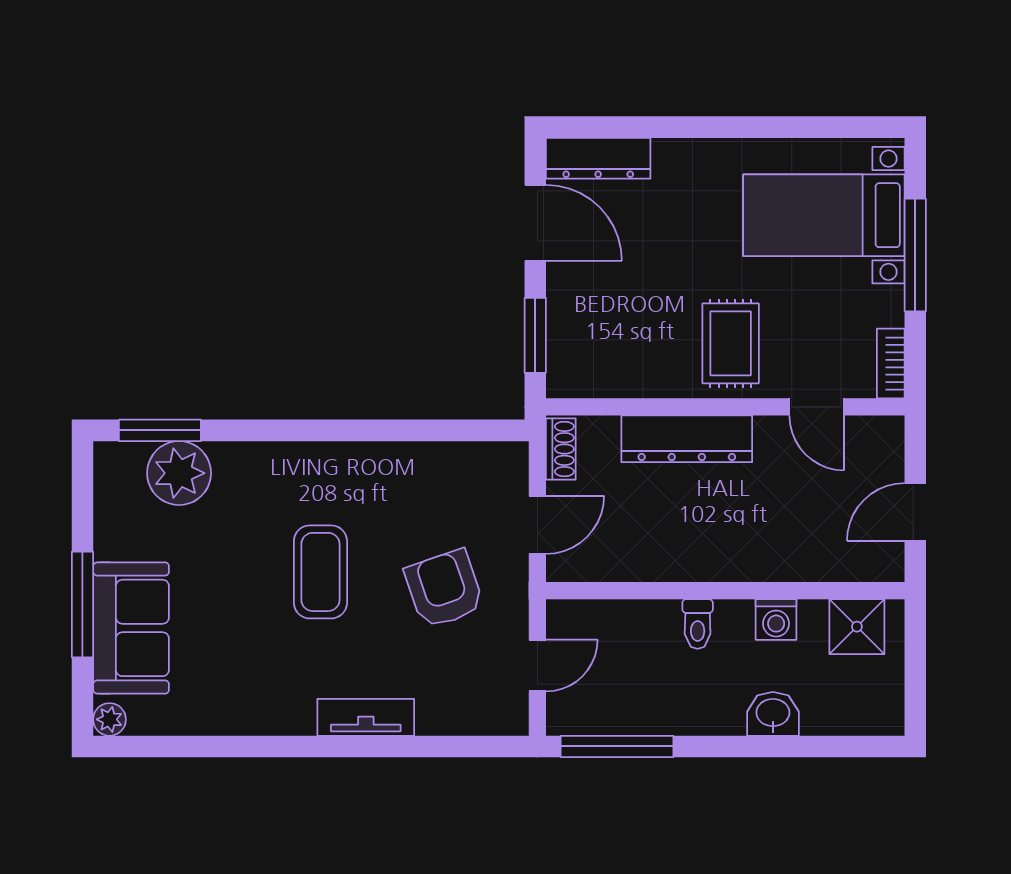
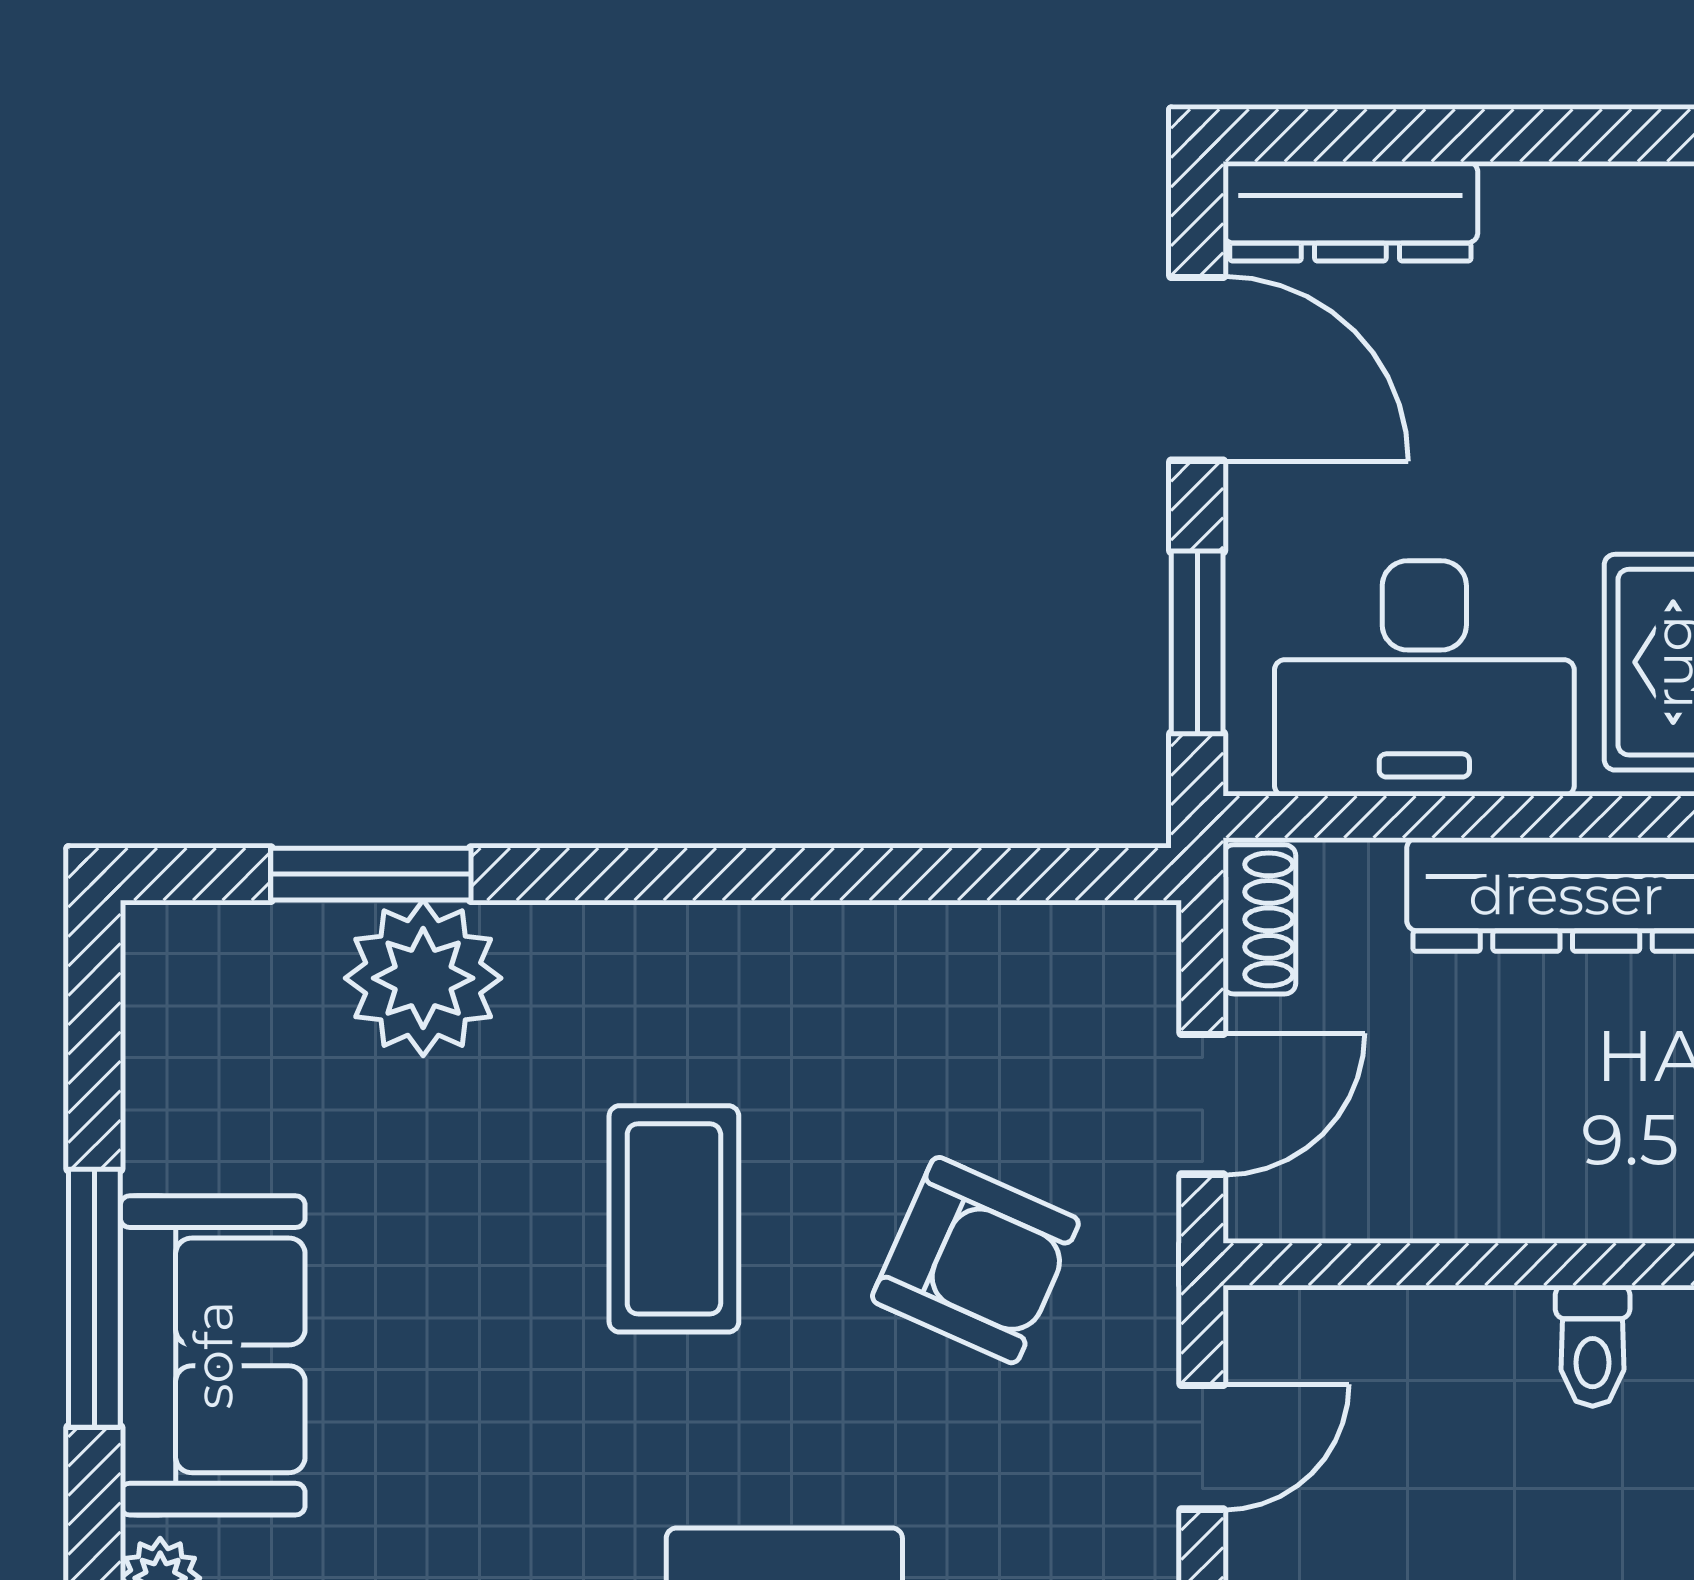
desk: (629, 350) -> (1424, 678), added
window: (160, 430) -> (371, 874), moved
plant: (179, 473) -> (423, 978), moved
armchair: (444, 589) -> (975, 1260), turned 133

